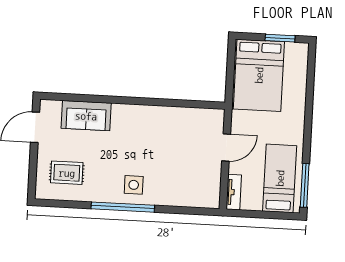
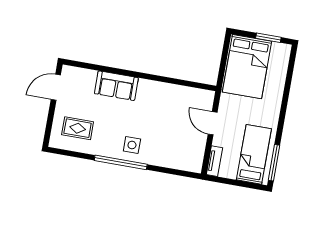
sofa: (86, 116) -> (116, 86), moved
door: (226, 147) -> (213, 123), swing flipped

